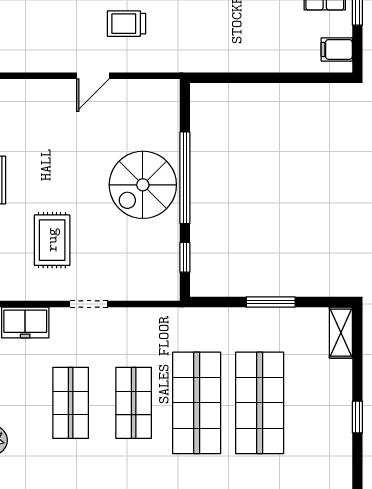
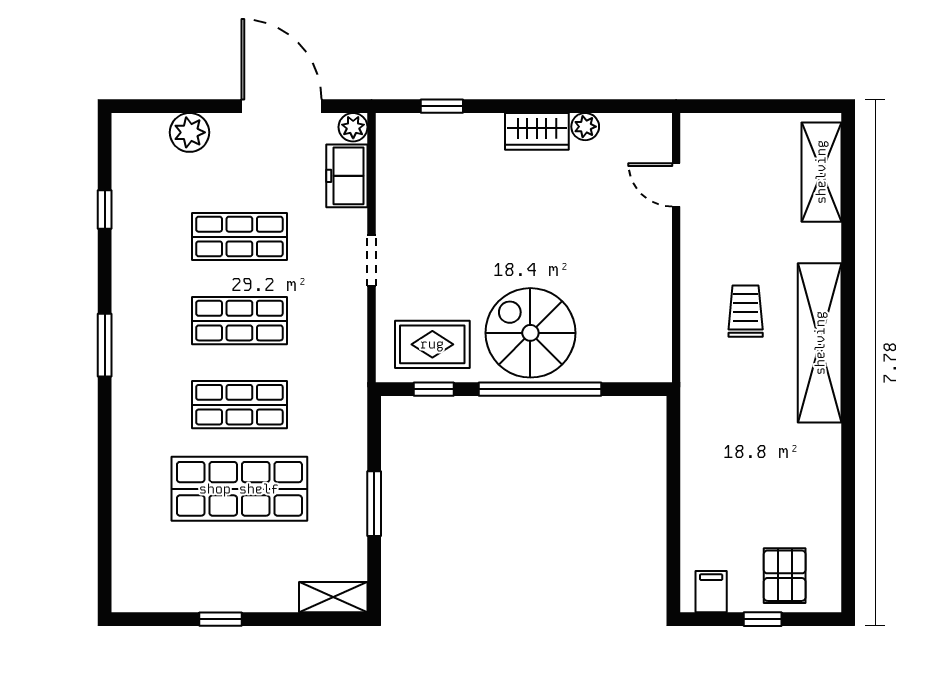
door: (93, 76) -> (676, 185), moved
rug: (52, 240) -> (432, 344), moved
shop shelf: (197, 403) -> (239, 405), width x0.70, depth x0.74

